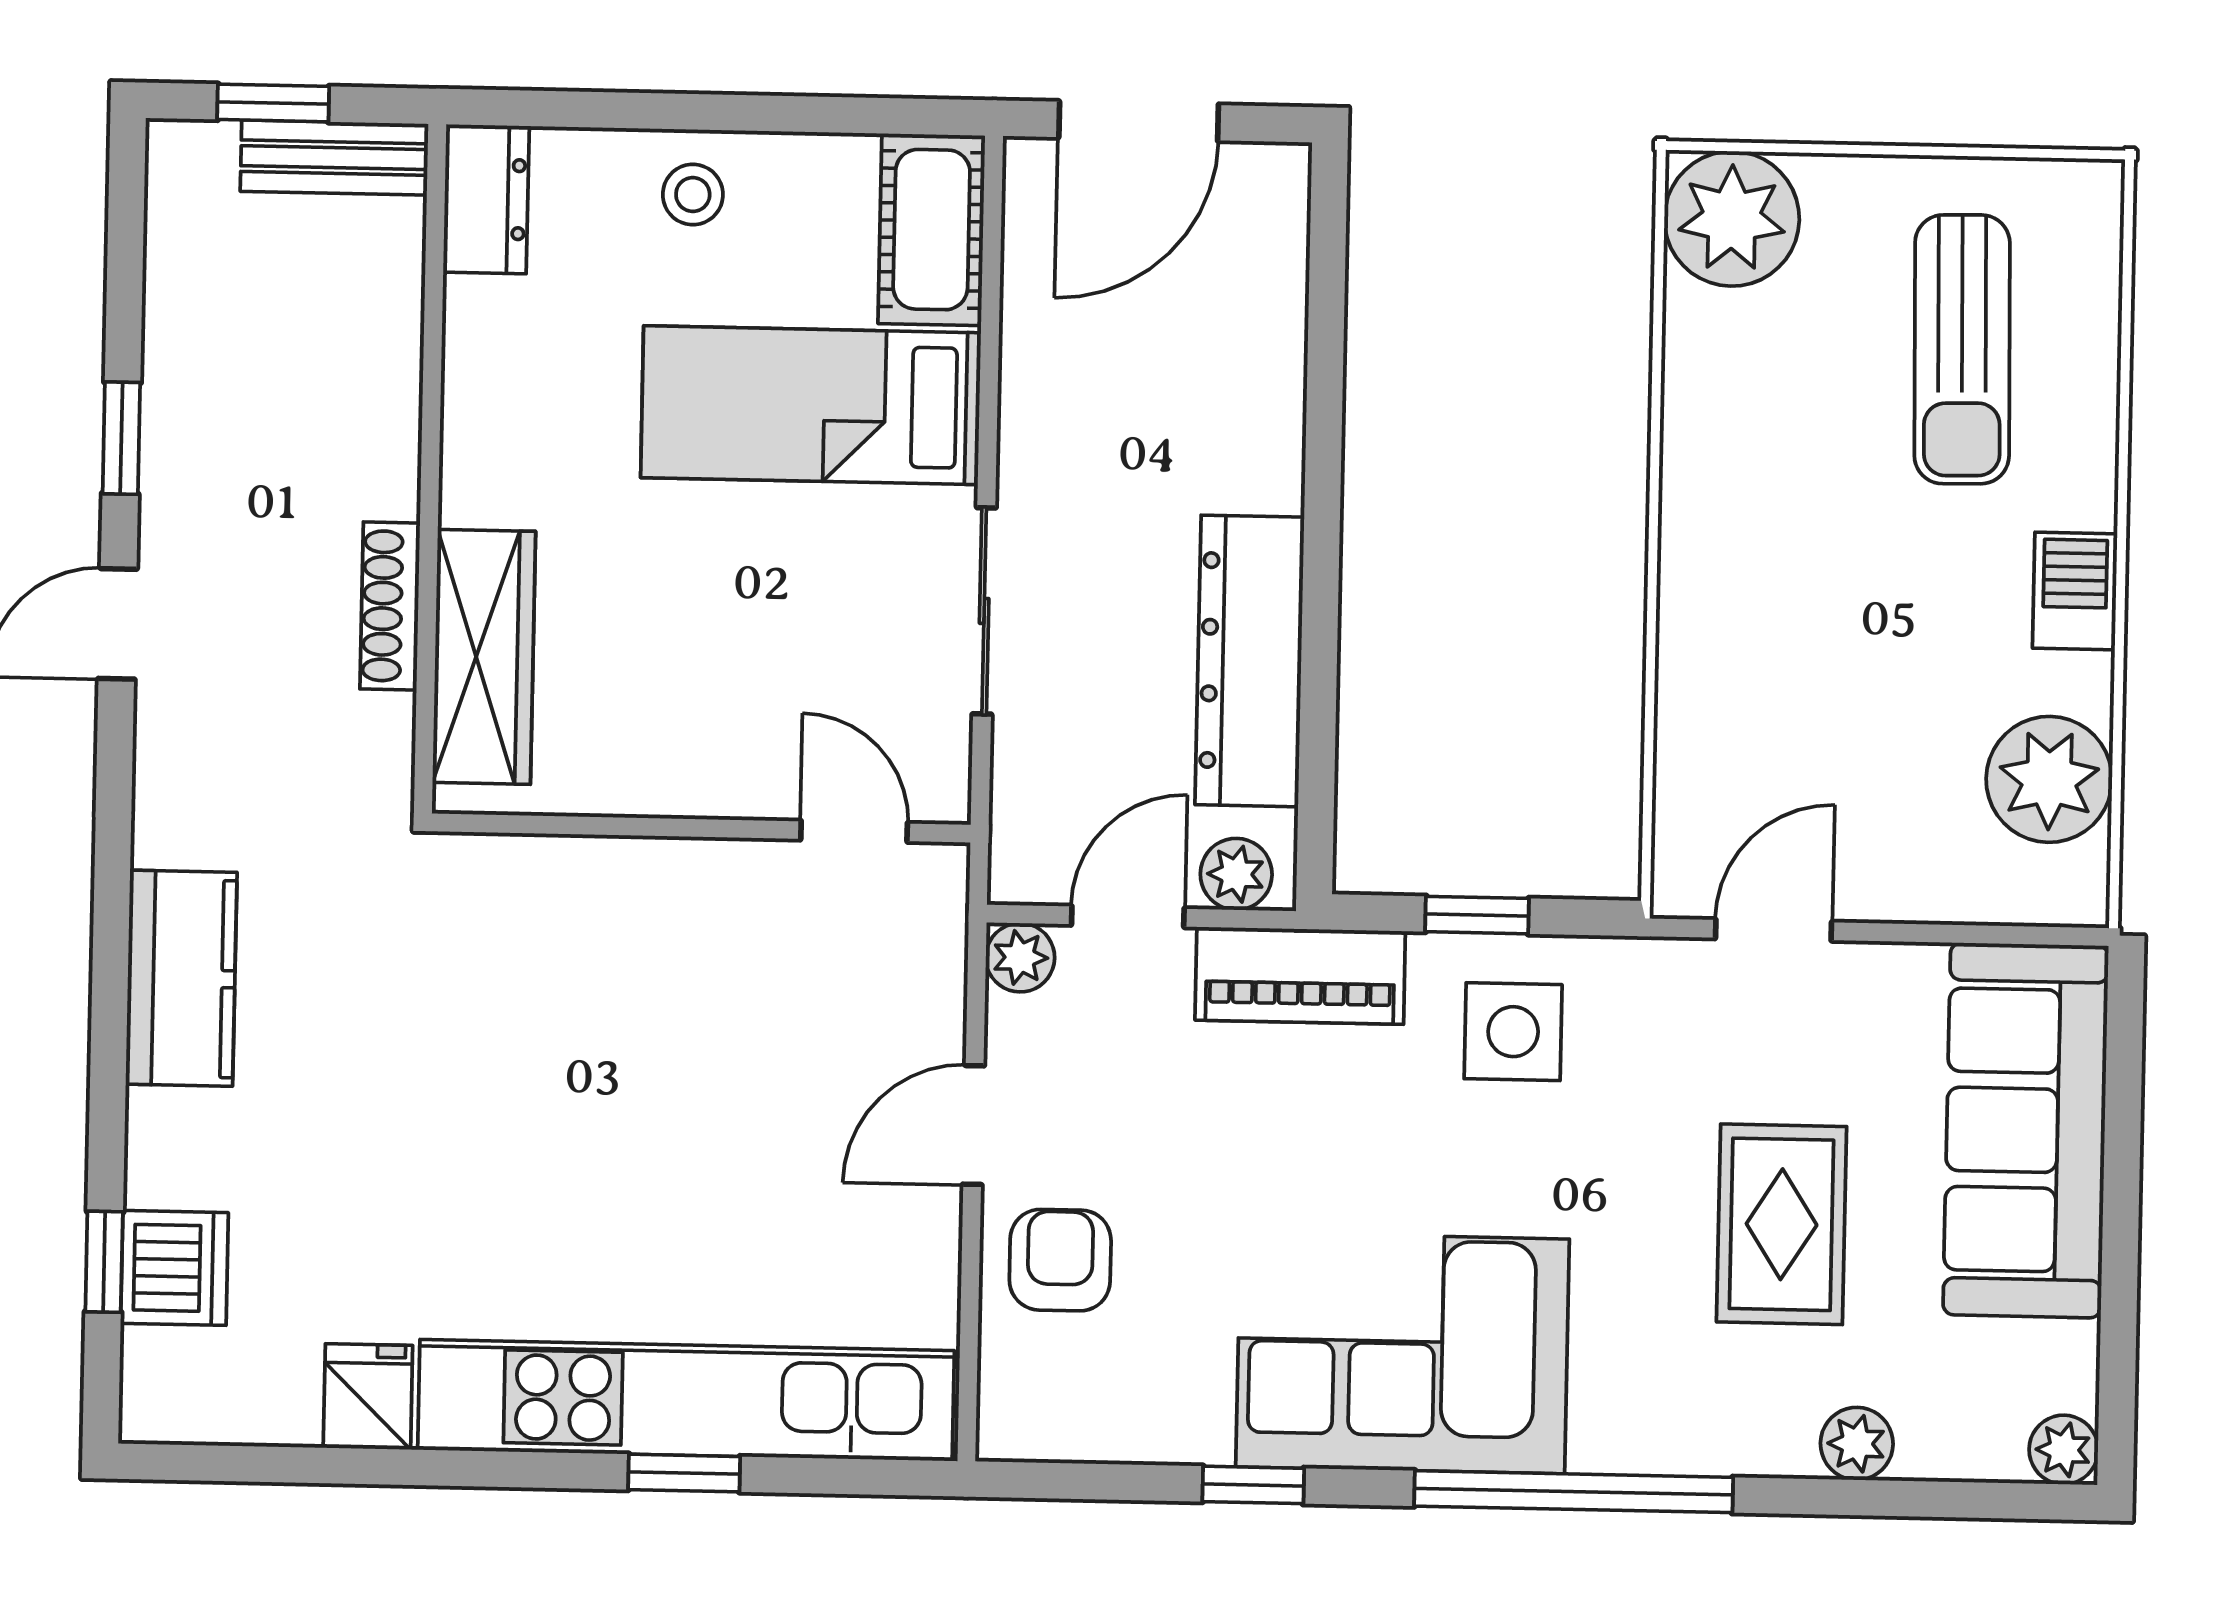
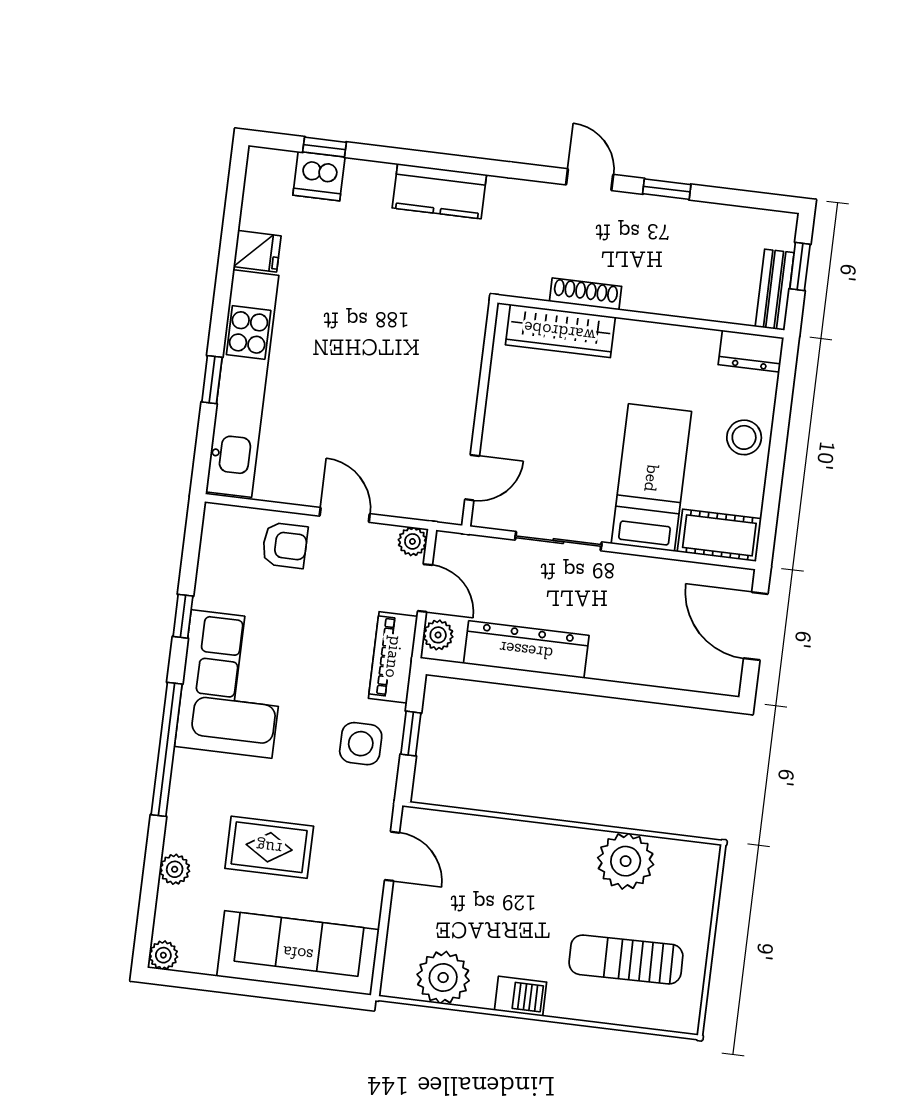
stool: (693, 194) -> (744, 437), width x1.37, depth x1.37
plant: (1732, 219) -> (626, 861), moved

